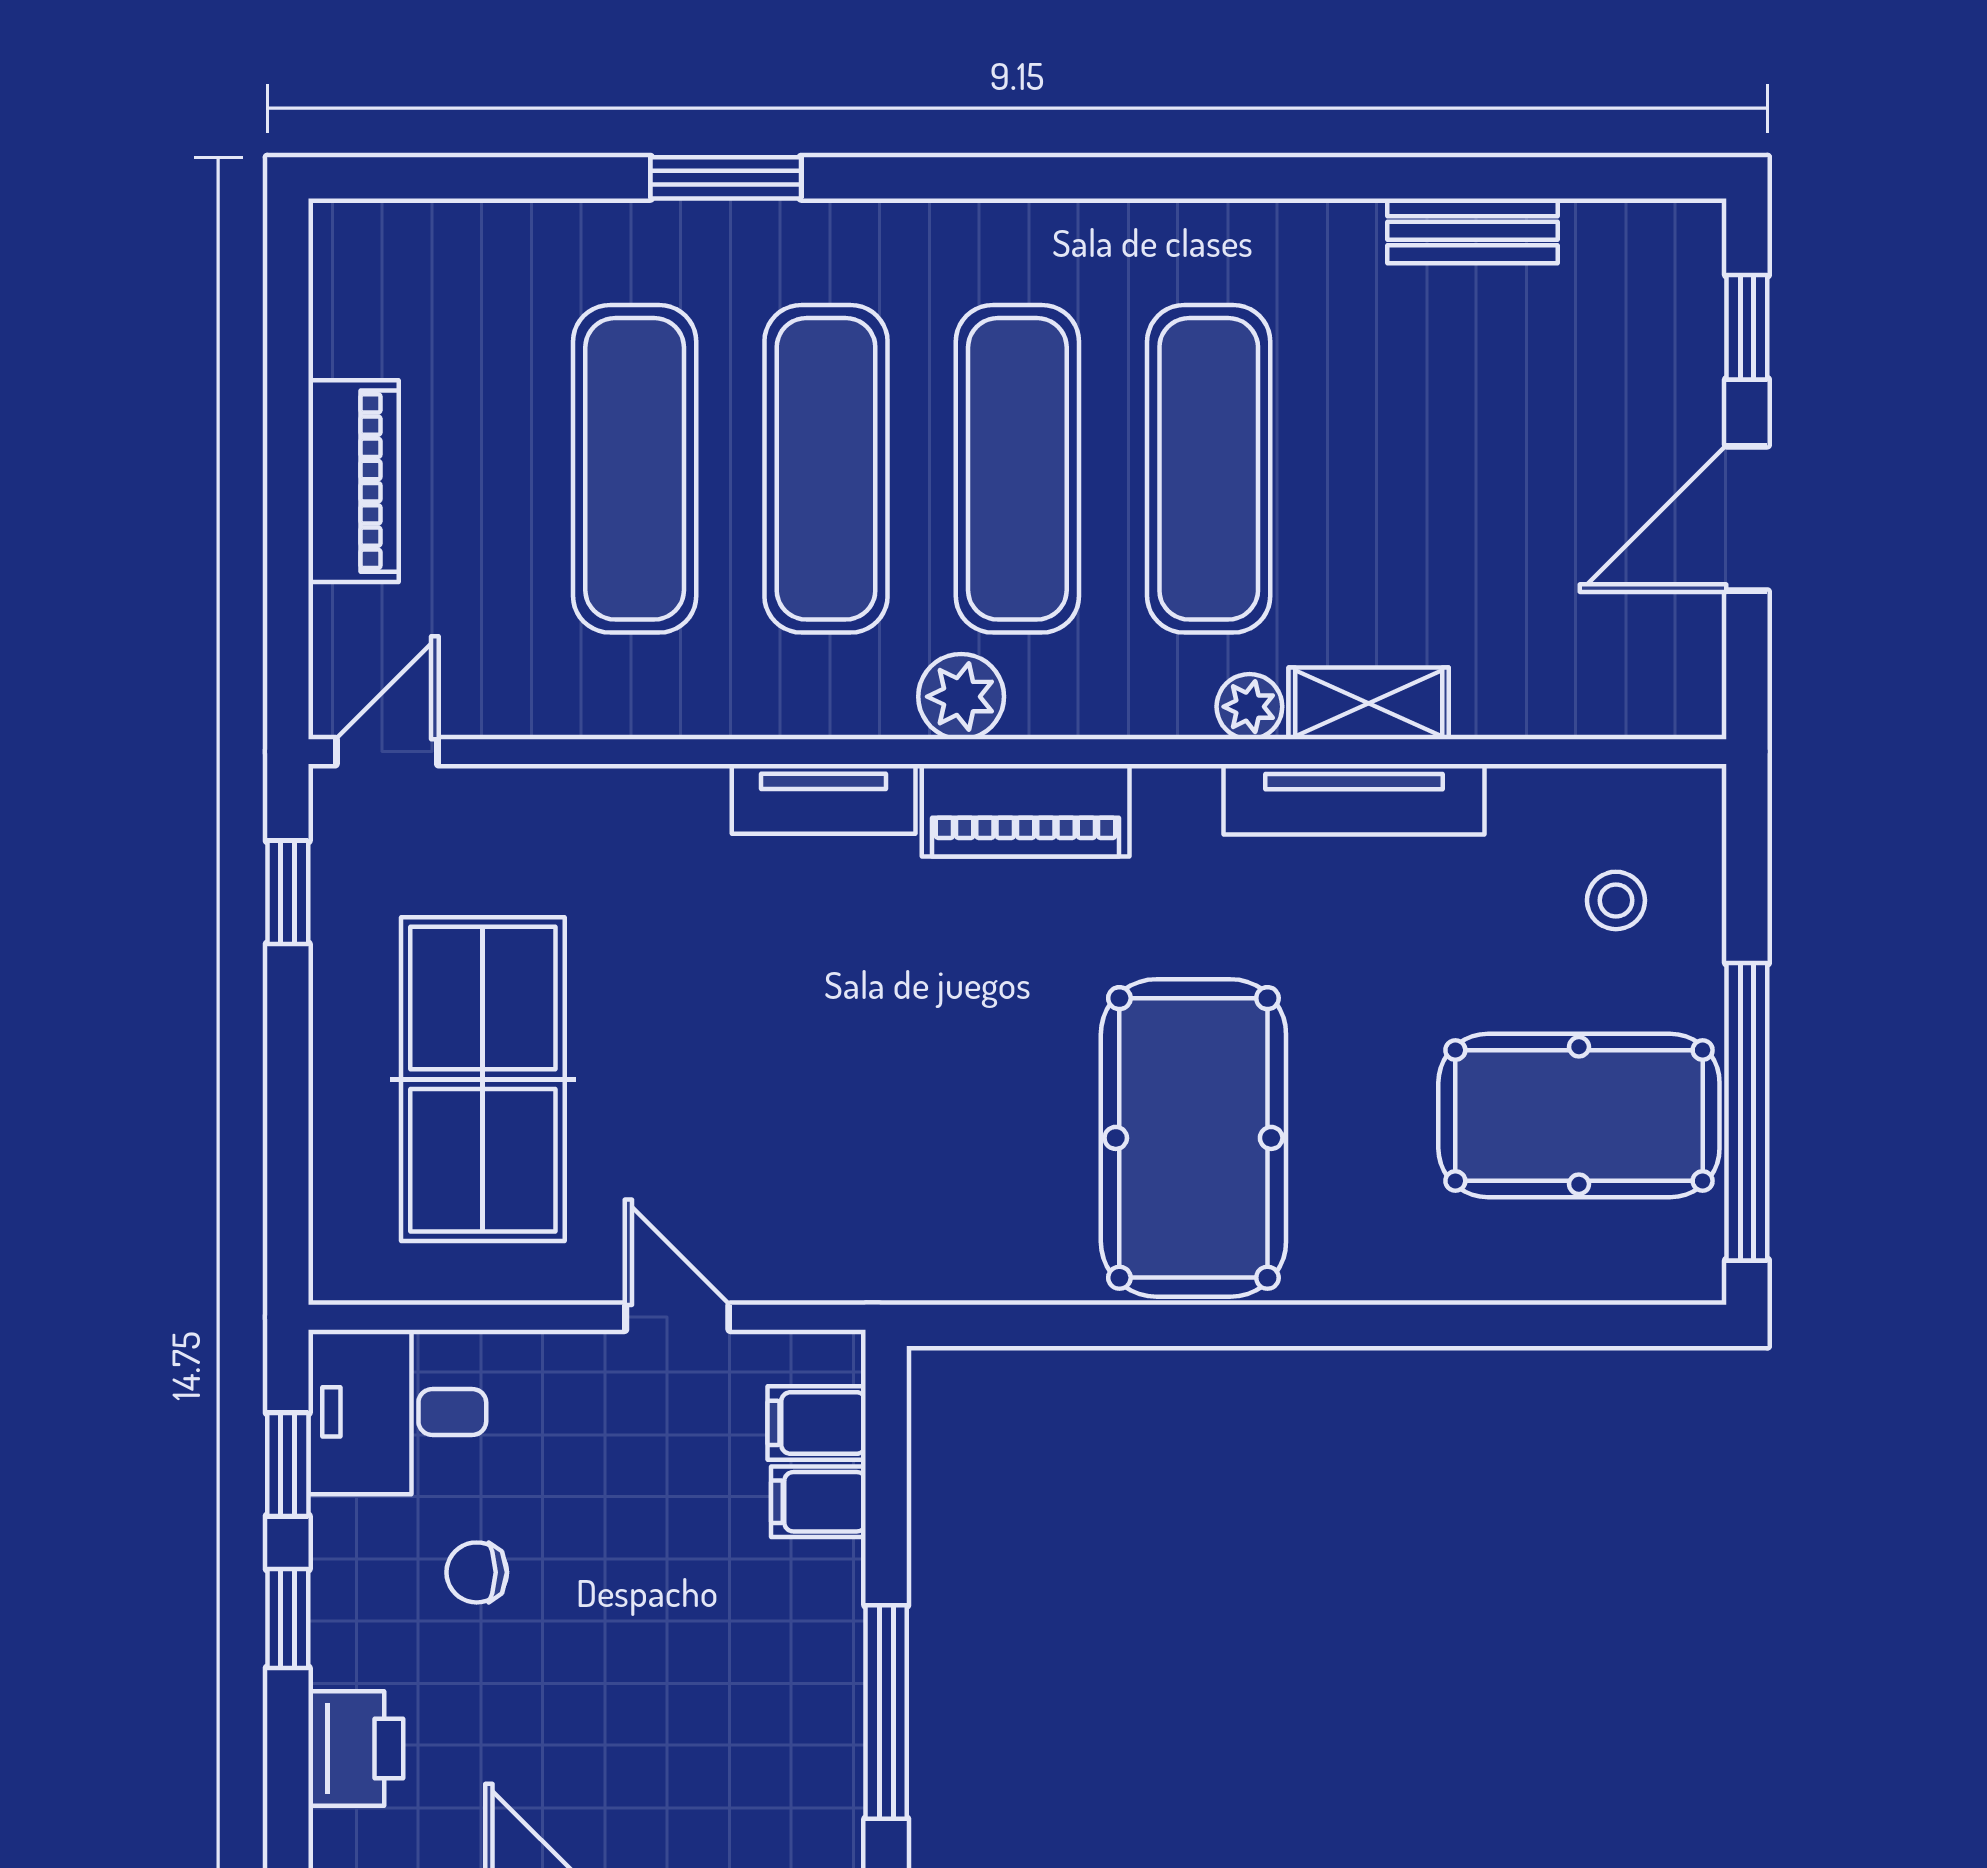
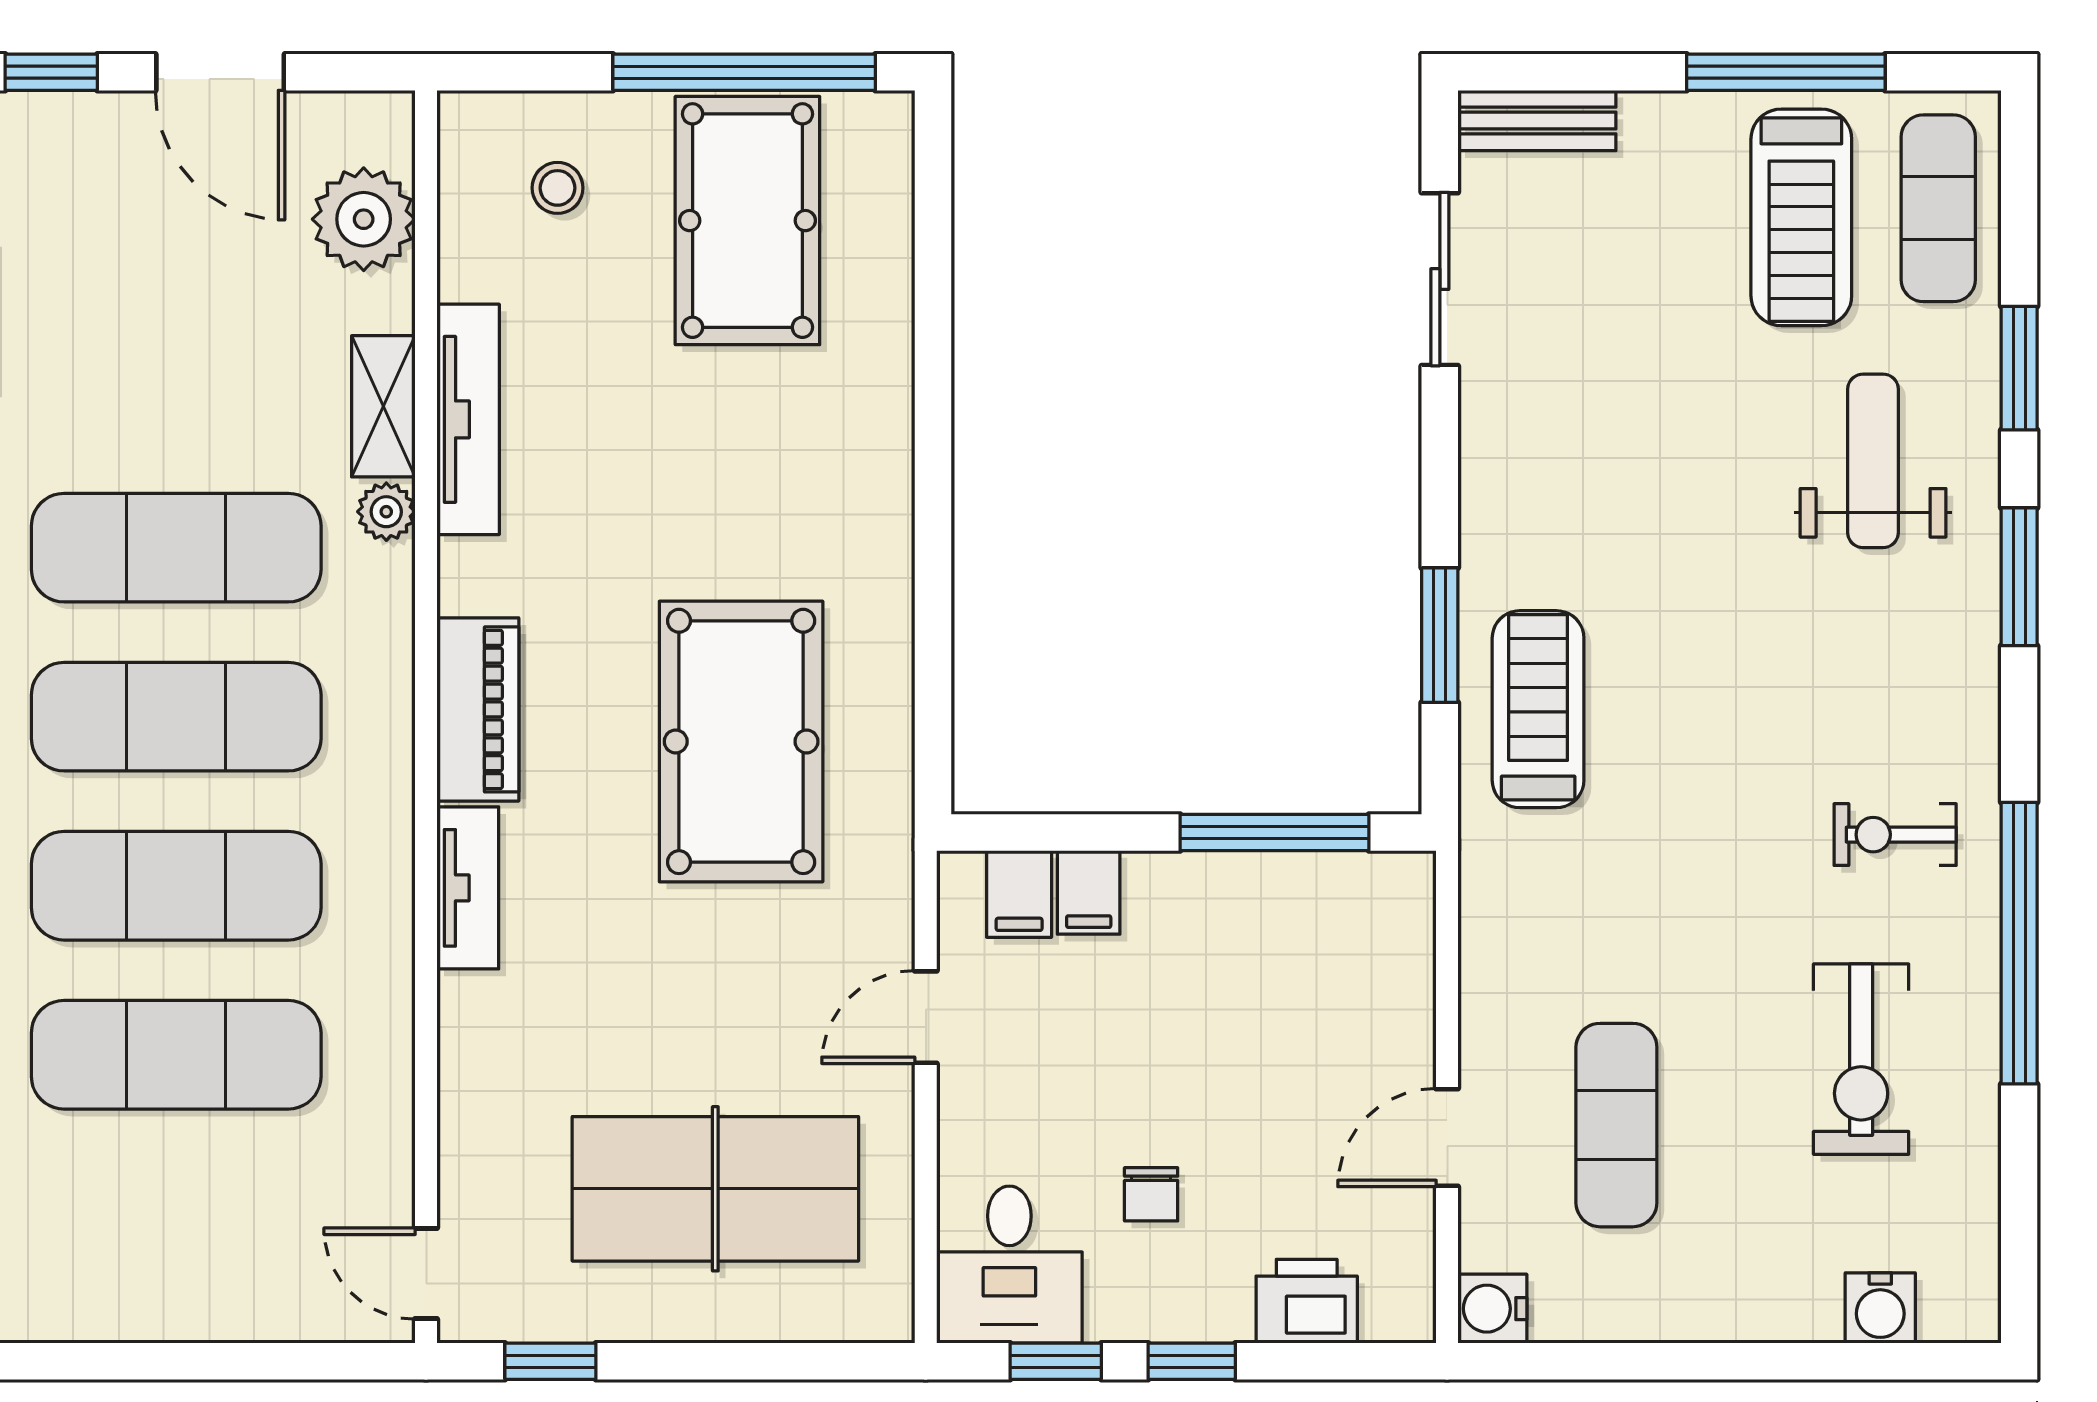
piano: (353, 481) -> (187, 1303), removed
plant: (961, 697) -> (364, 219), moved, width x1.36, depth x1.36
pool table: (1193, 1138) -> (741, 741), moved, turned 90

